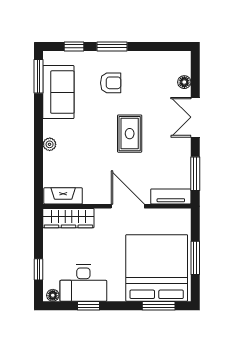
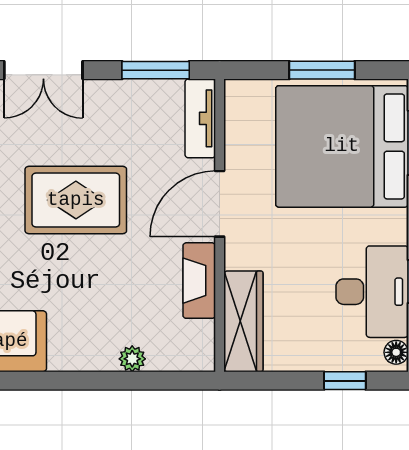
rug: (130, 134) -> (76, 200), width x1.36, depth x1.43
plant: (50, 144) -> (132, 359), moved
fireplace: (63, 196) -> (199, 281), moved

